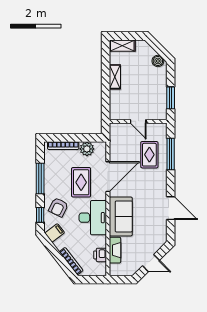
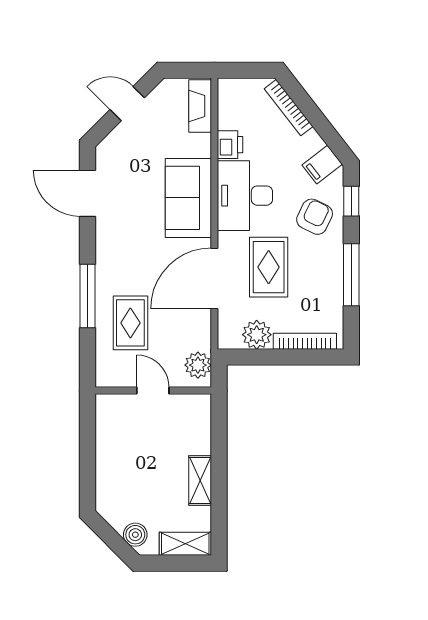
boiler: (158, 61) -> (135, 535), moved
window: (171, 98) -> (88, 438), removed
plant: (116, 134) -> (198, 365), added
window: (171, 154) -> (88, 296), moved
door: (171, 208) -> (88, 193), moved
fireplace: (115, 250) -> (200, 106), moved
printer: (100, 255) -> (230, 145), moved

